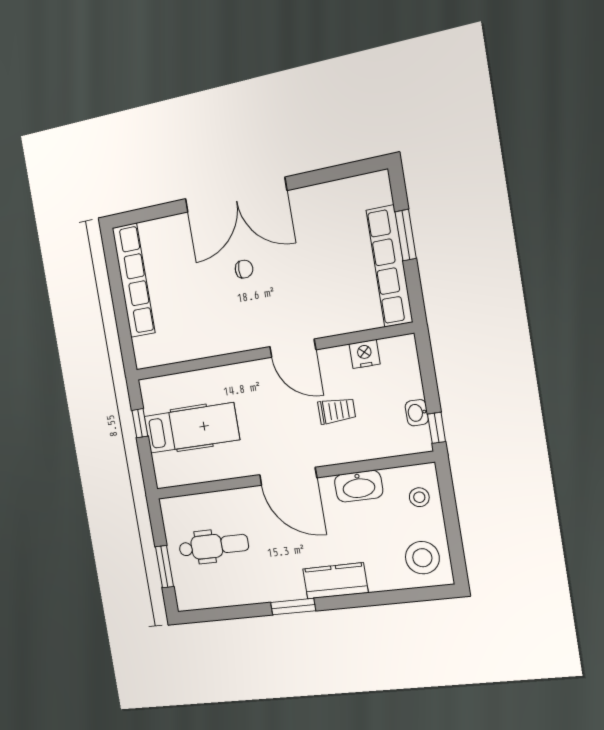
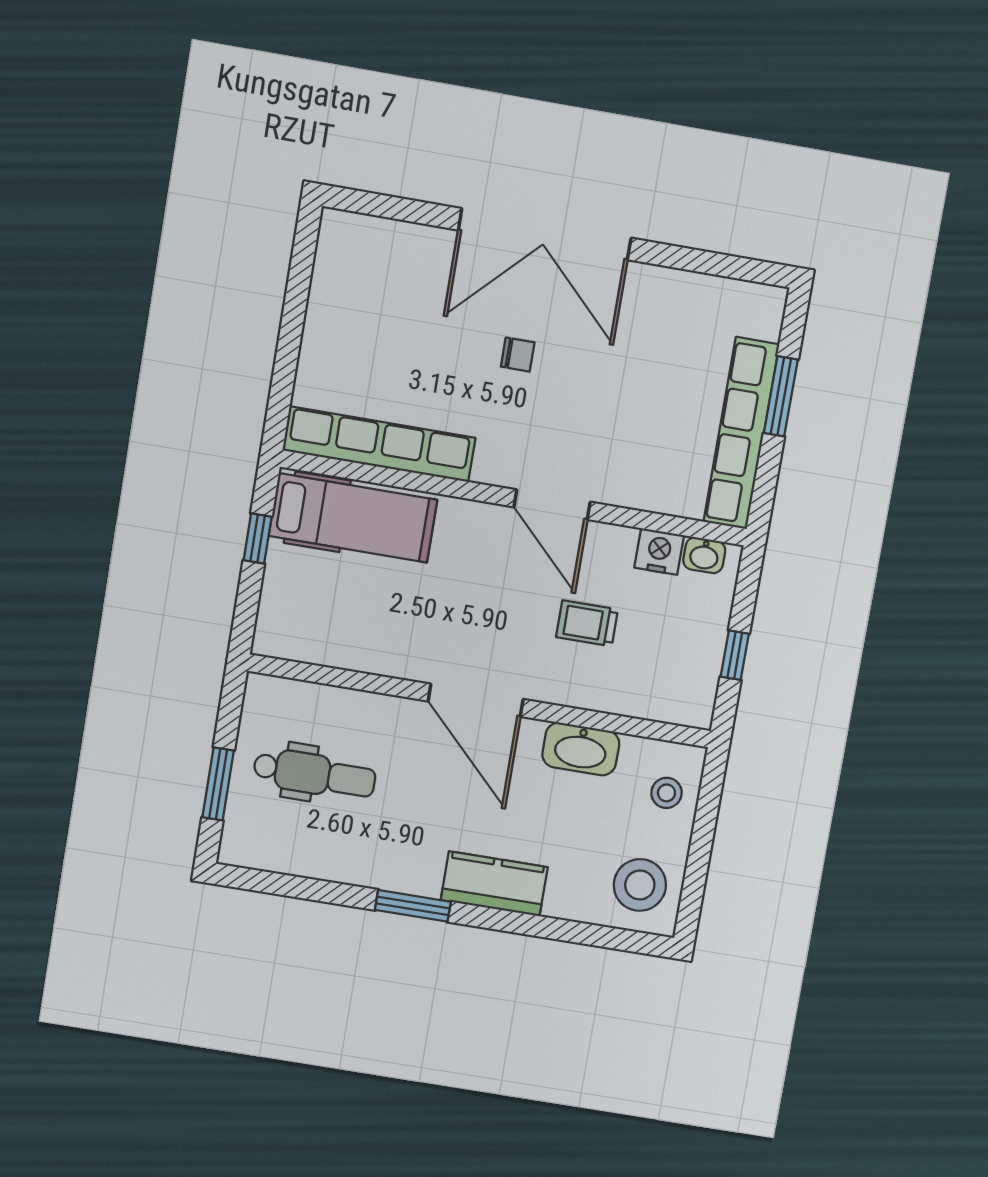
row of seats: (134, 280) -> (379, 444), moved, turned -90
trolley: (337, 411) -> (587, 623), turned 180
washbasin: (417, 413) -> (704, 555), moved, turned -90
hospital bed: (192, 428) -> (353, 518), moved
window: (437, 428) -> (735, 655), moved

